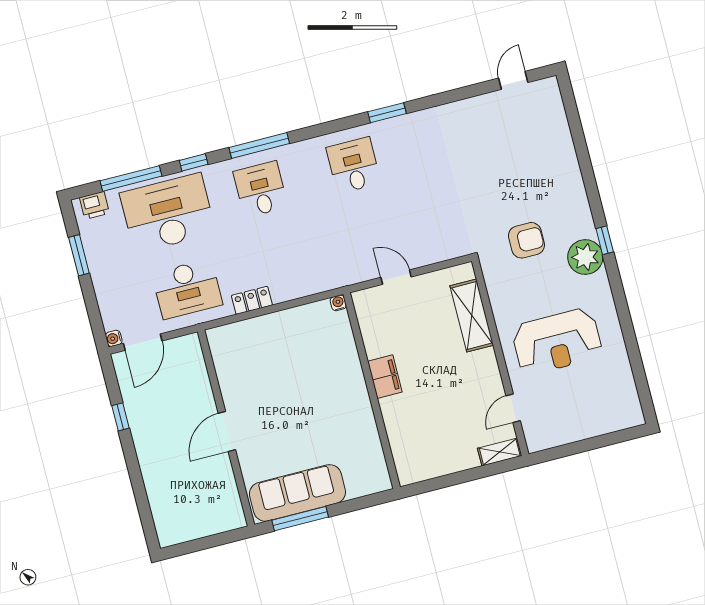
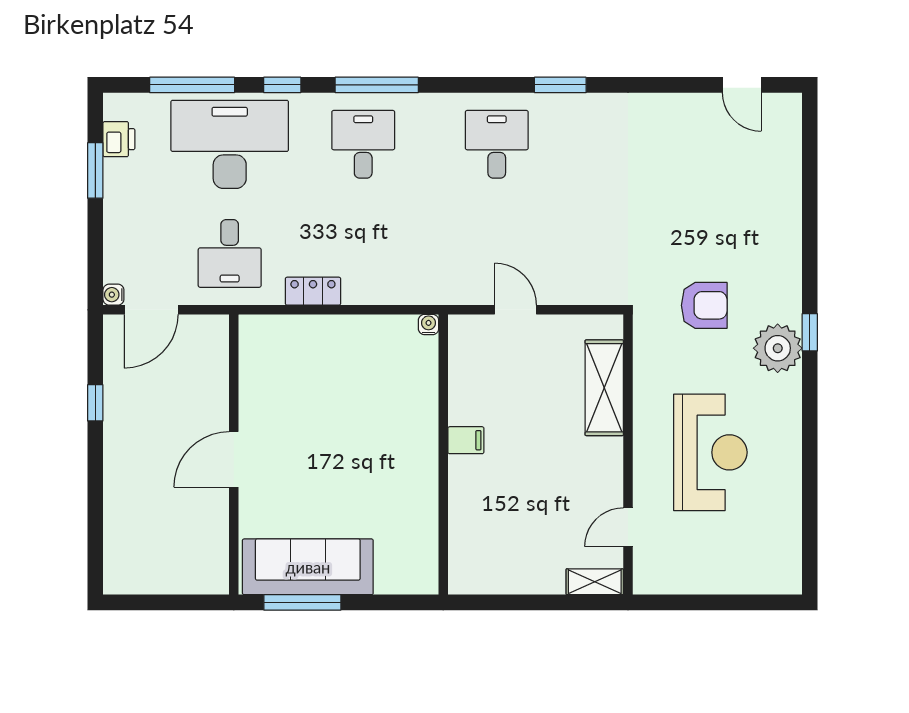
door: (513, 80) -> (742, 85), swing flipped
printer: (94, 205) -> (119, 139), moved, turned -90
desk: (187, 289) -> (230, 253), width x0.73
reception desk: (557, 341) -> (710, 452), turned -90
filing cabinet: (385, 377) -> (466, 440), width x0.50

